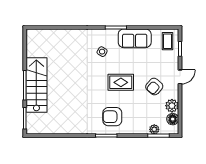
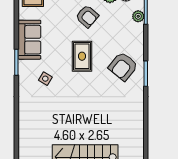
armchair: (112, 117) -> (123, 66), turned 39

